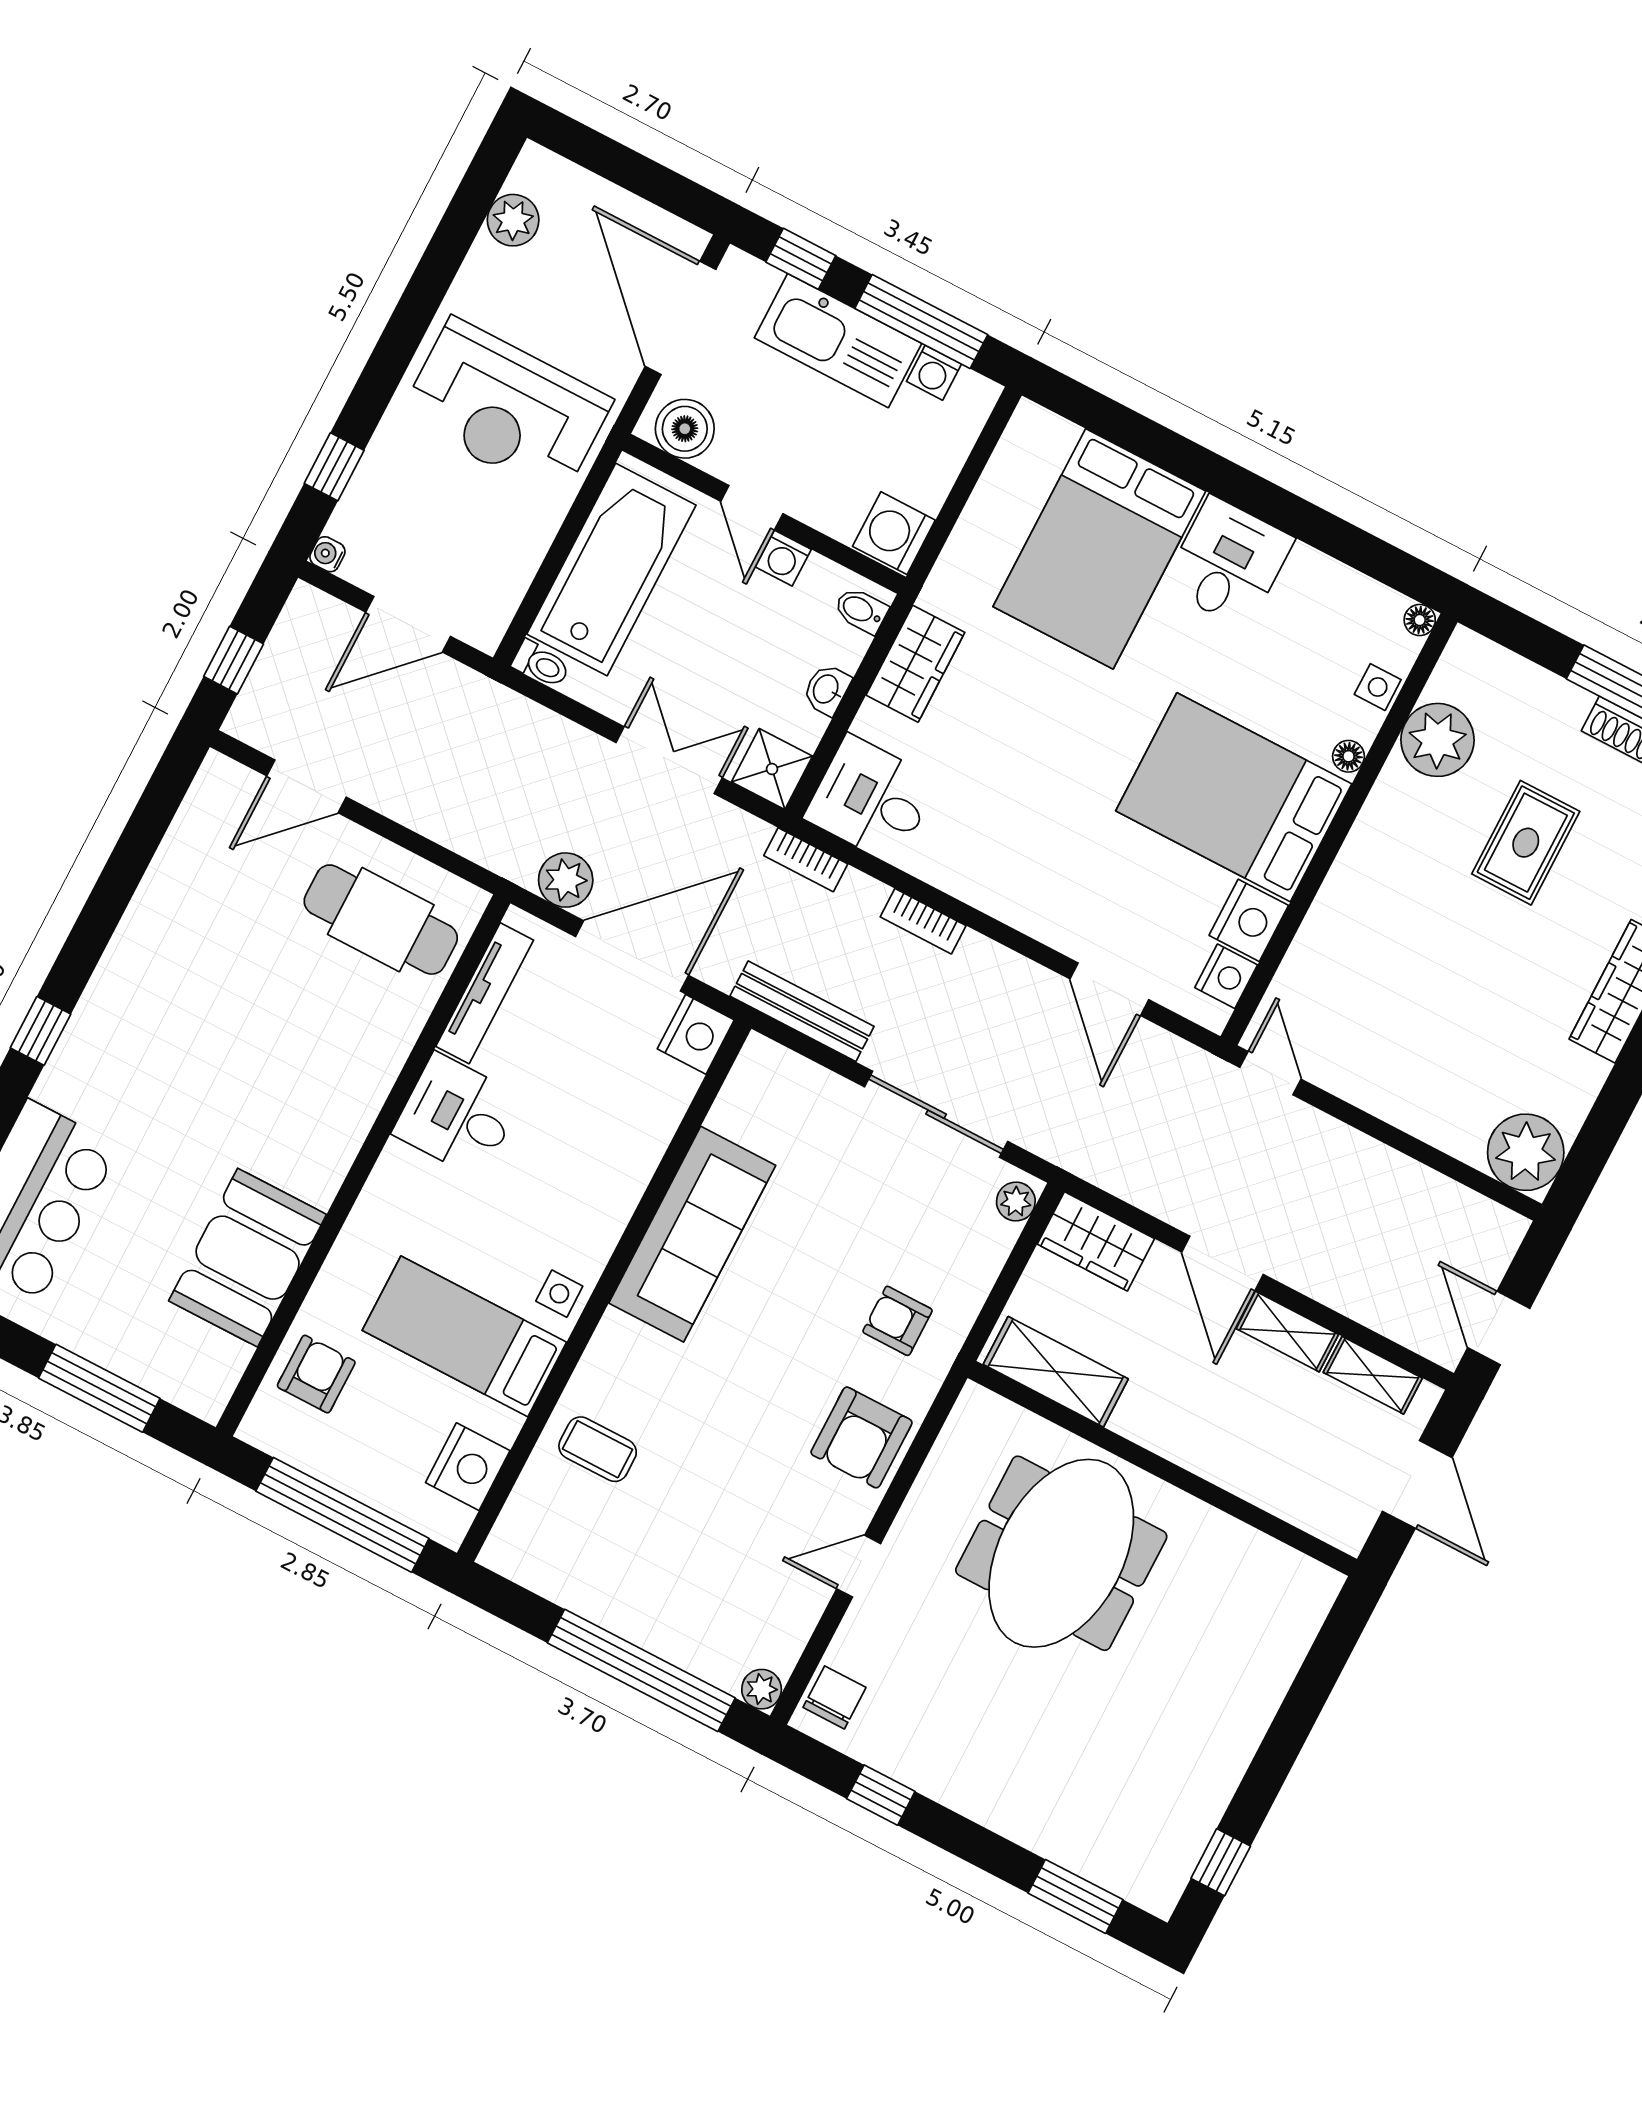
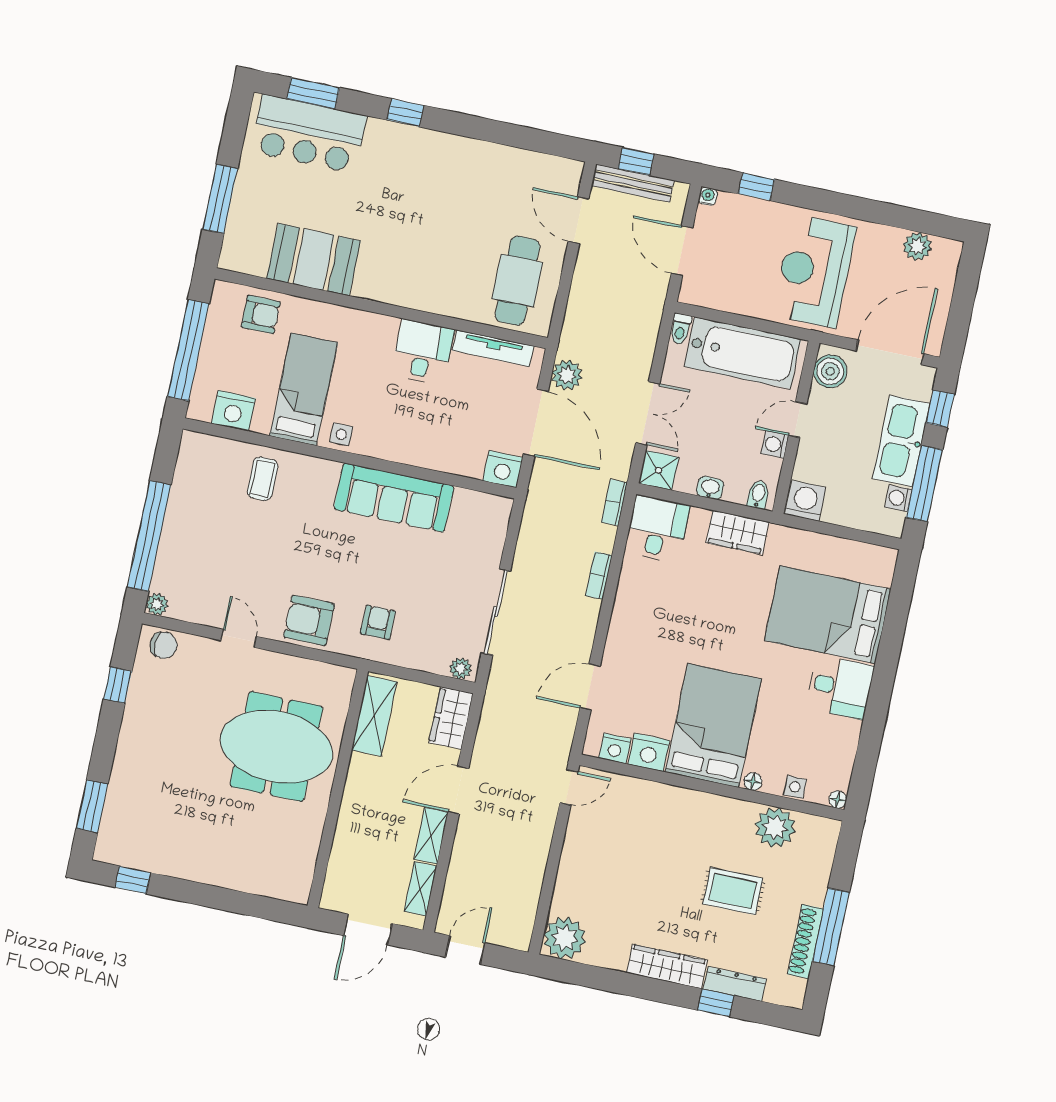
bench: (802, 1011) -> (633, 183), moved, turned 90

